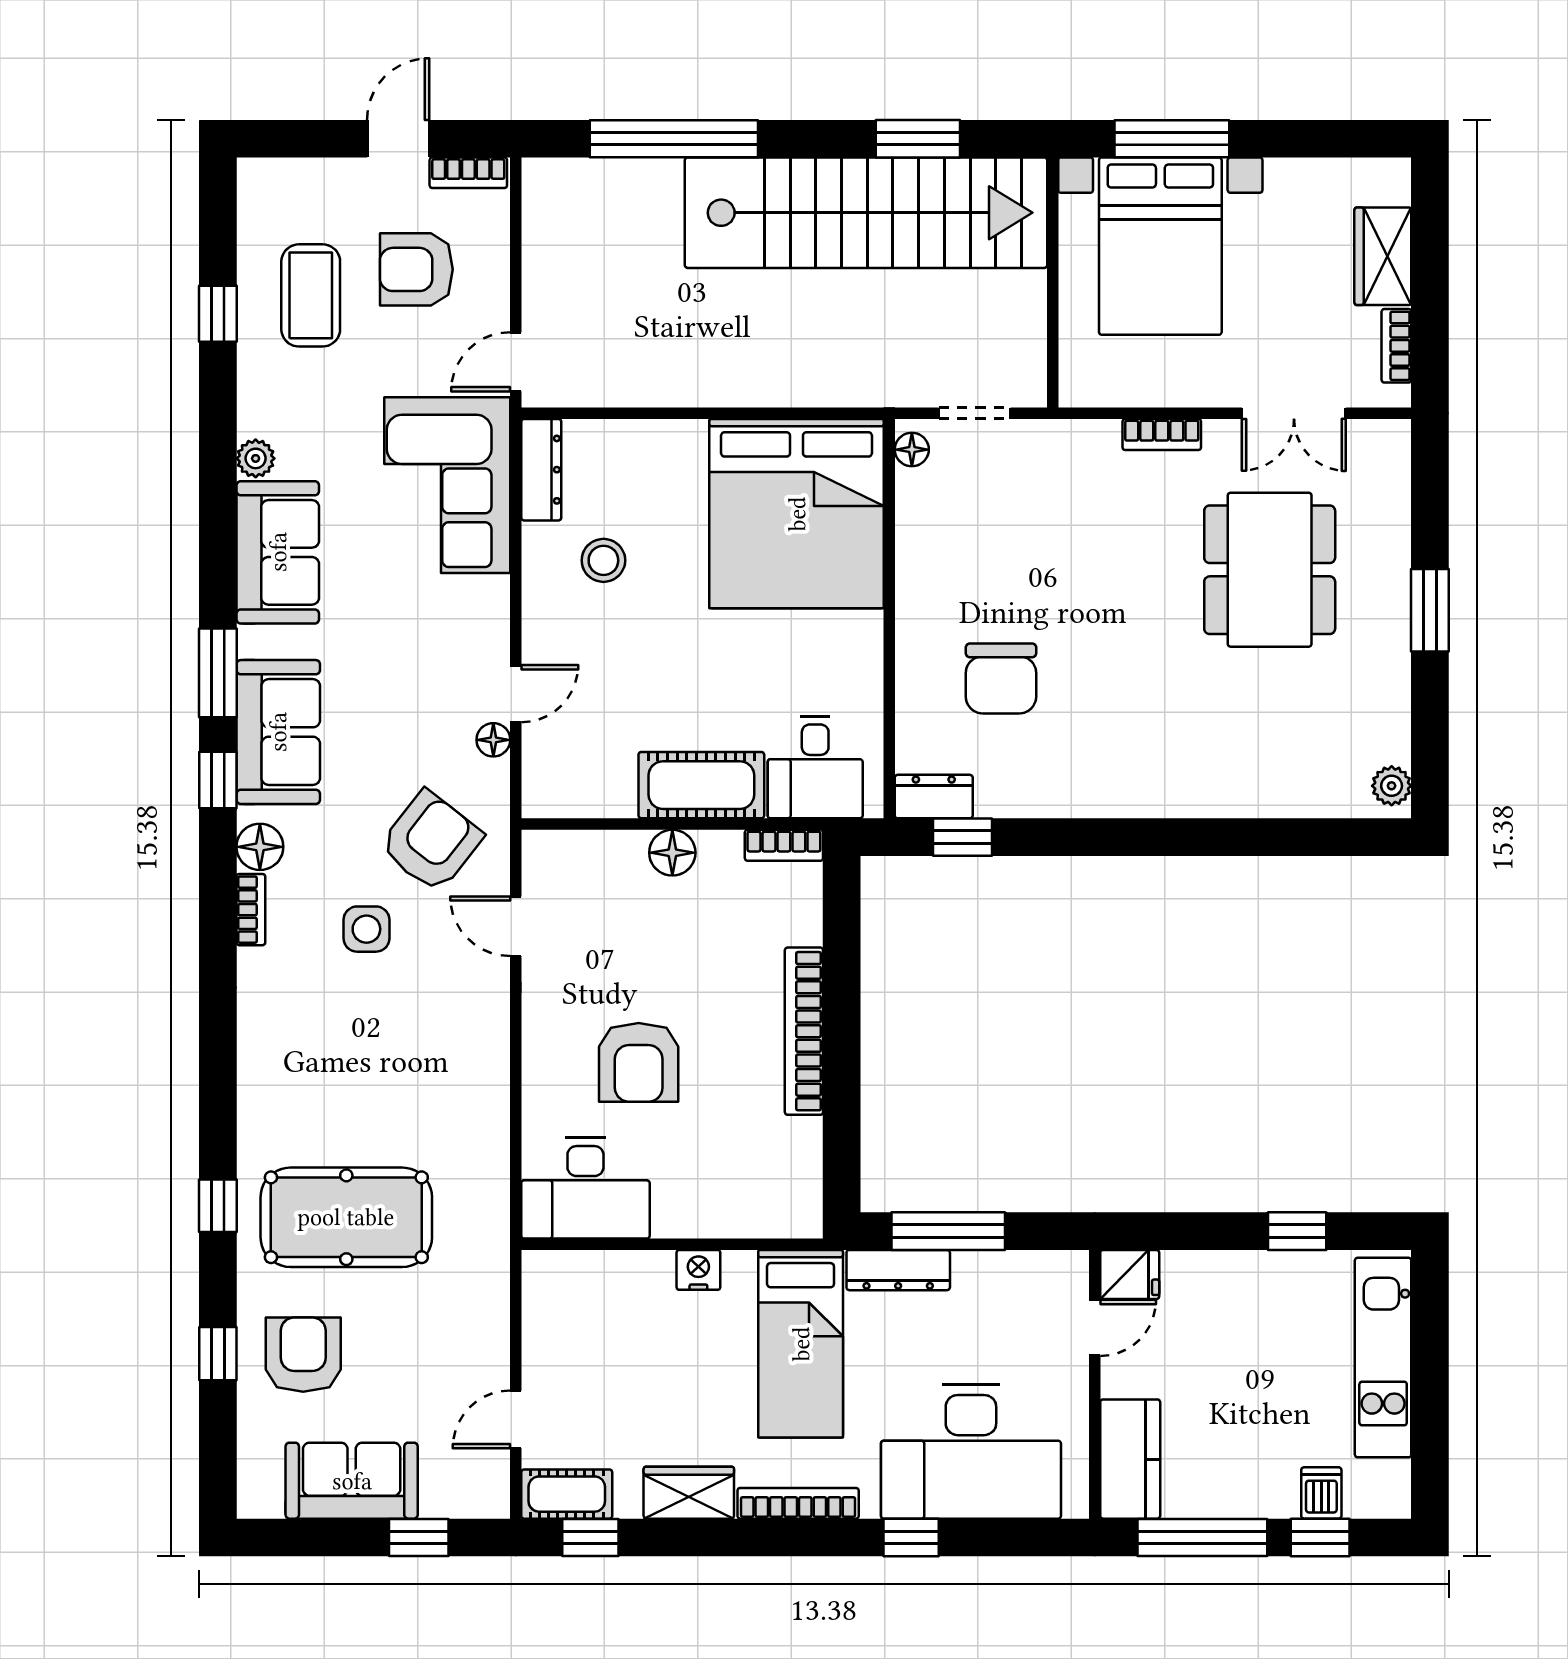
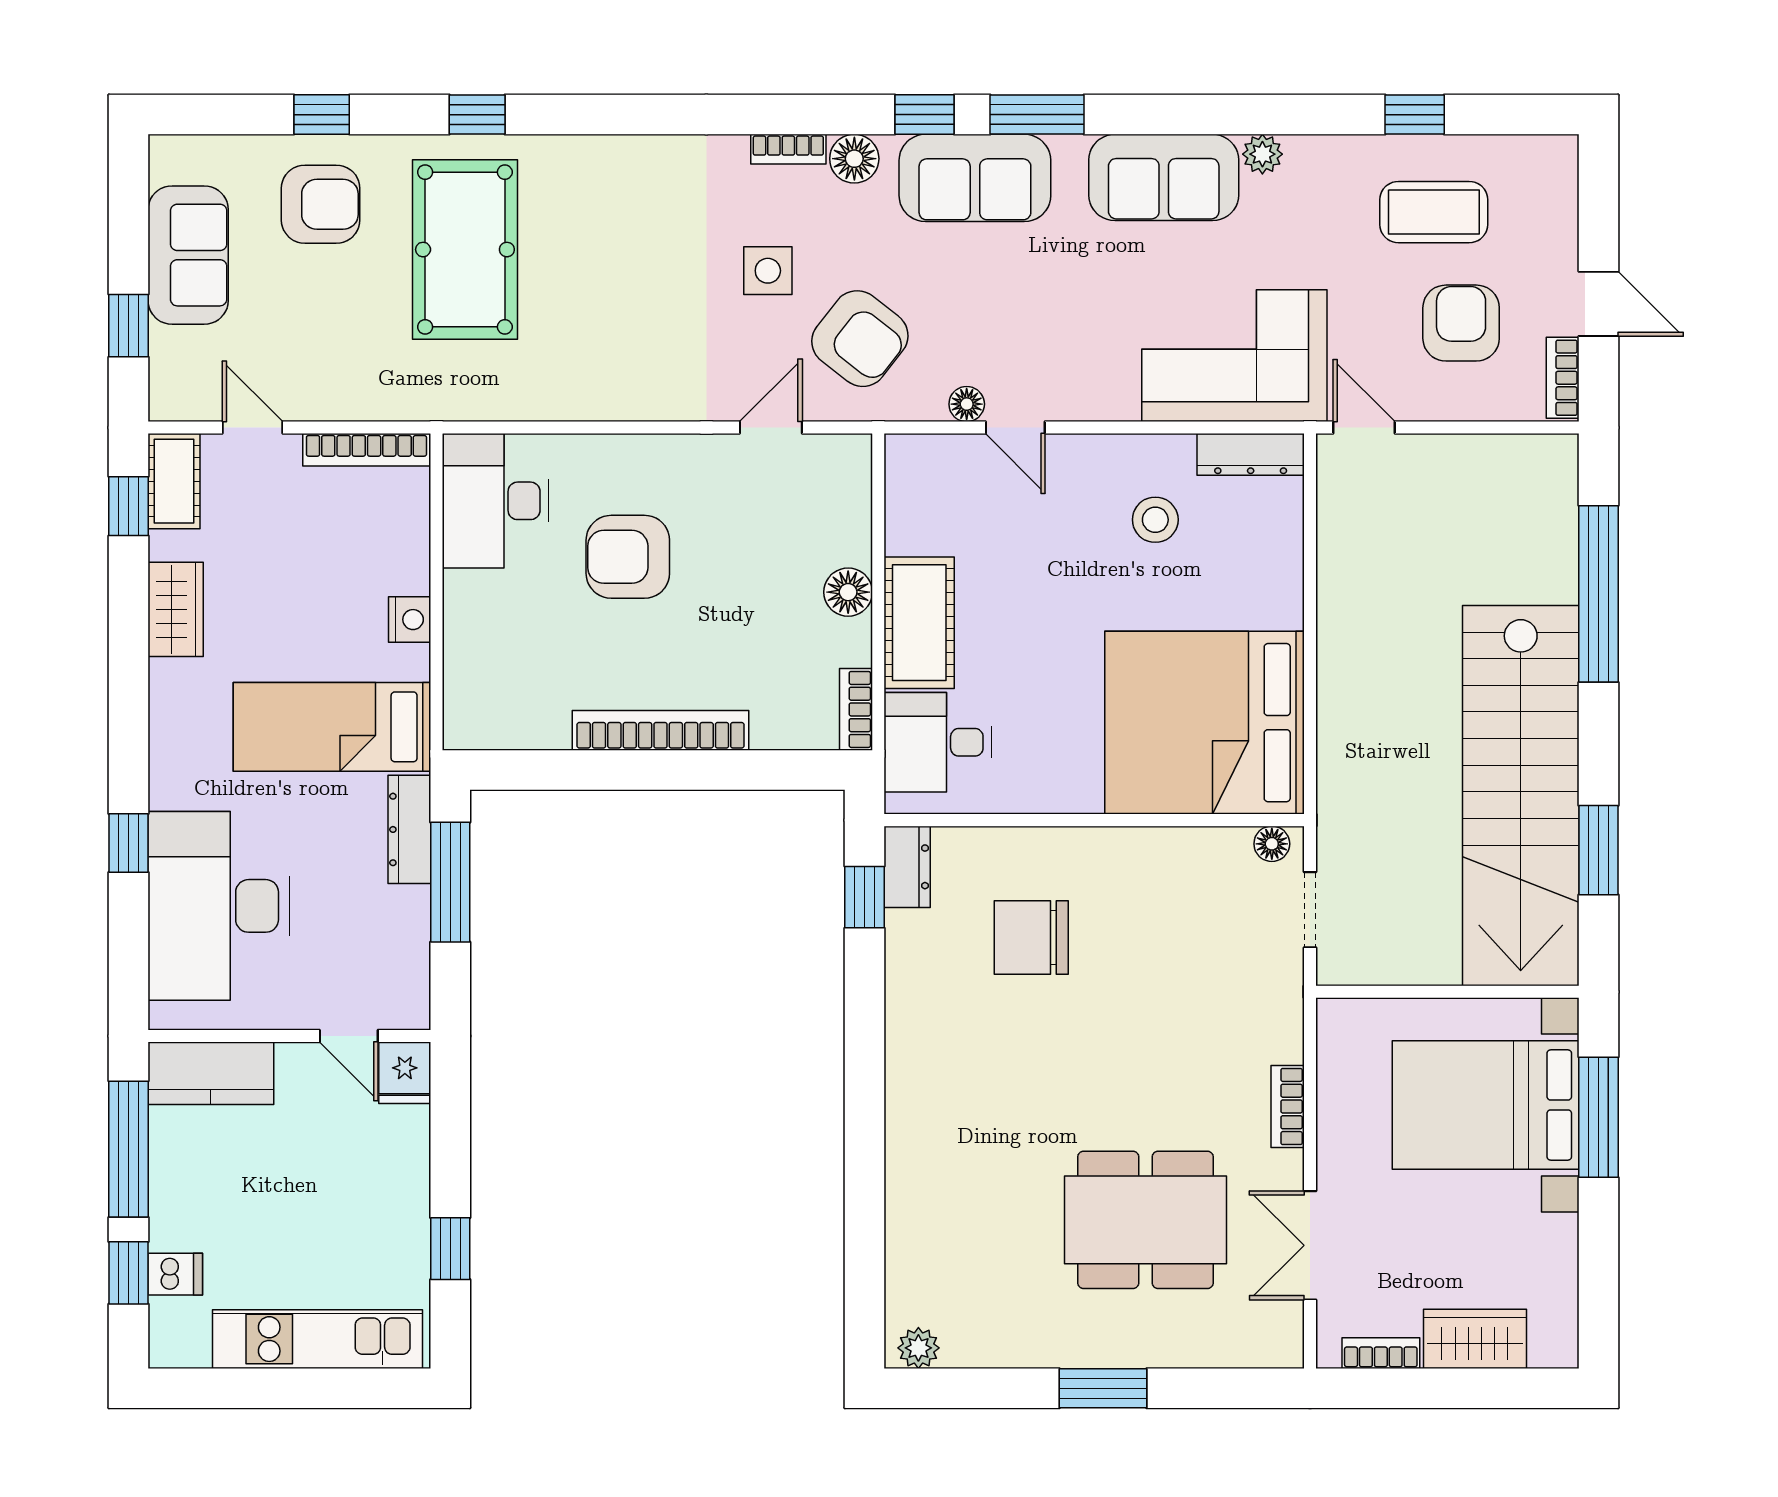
bookcase: (798, 1503) -> (366, 450), moved, turned 90

